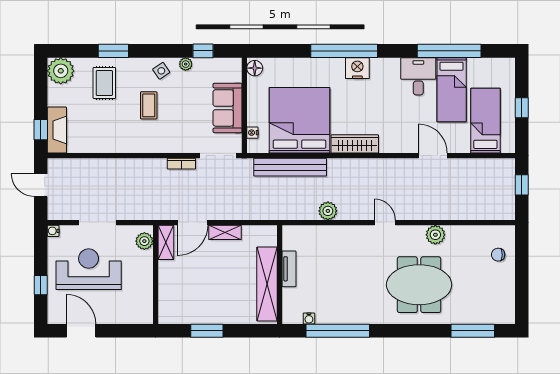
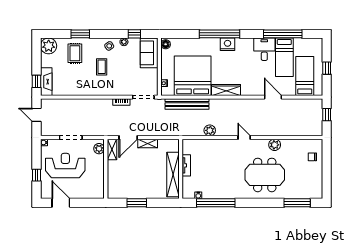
sofa: (227, 108) -> (149, 53), moved

